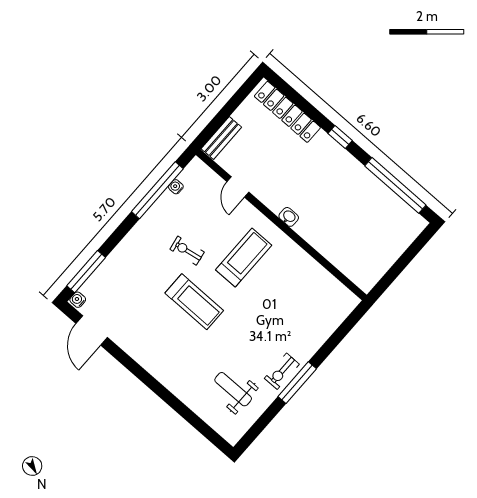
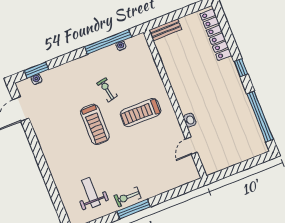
door: (238, 187) -> (191, 146), moved
washbasin: (289, 217) -> (190, 120), moved
treadmill: (244, 258) -> (141, 113), turned 180
window: (86, 272) -> (36, 70), width x0.69
water cooler: (78, 300) -> (37, 79), moved

